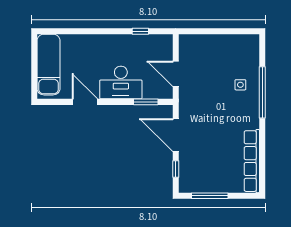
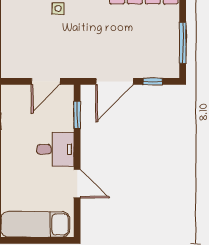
desk: (121, 83) -> (55, 149), width x0.73
door: (85, 102) -> (77, 184), swing flipped

